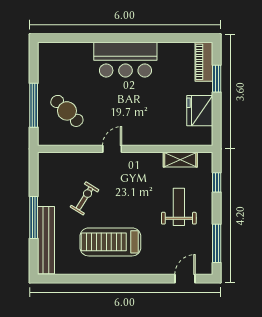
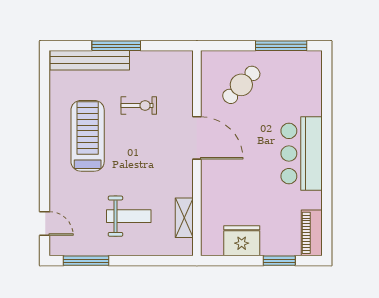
piano: (204, 62) -> (312, 233), moved, turned -90
window: (34, 105) -> (281, 46), moved
door: (112, 149) -> (197, 138), width x1.88
window: (217, 182) -> (158, 261), removed
exercise bike: (85, 198) -> (139, 105), turned -32

